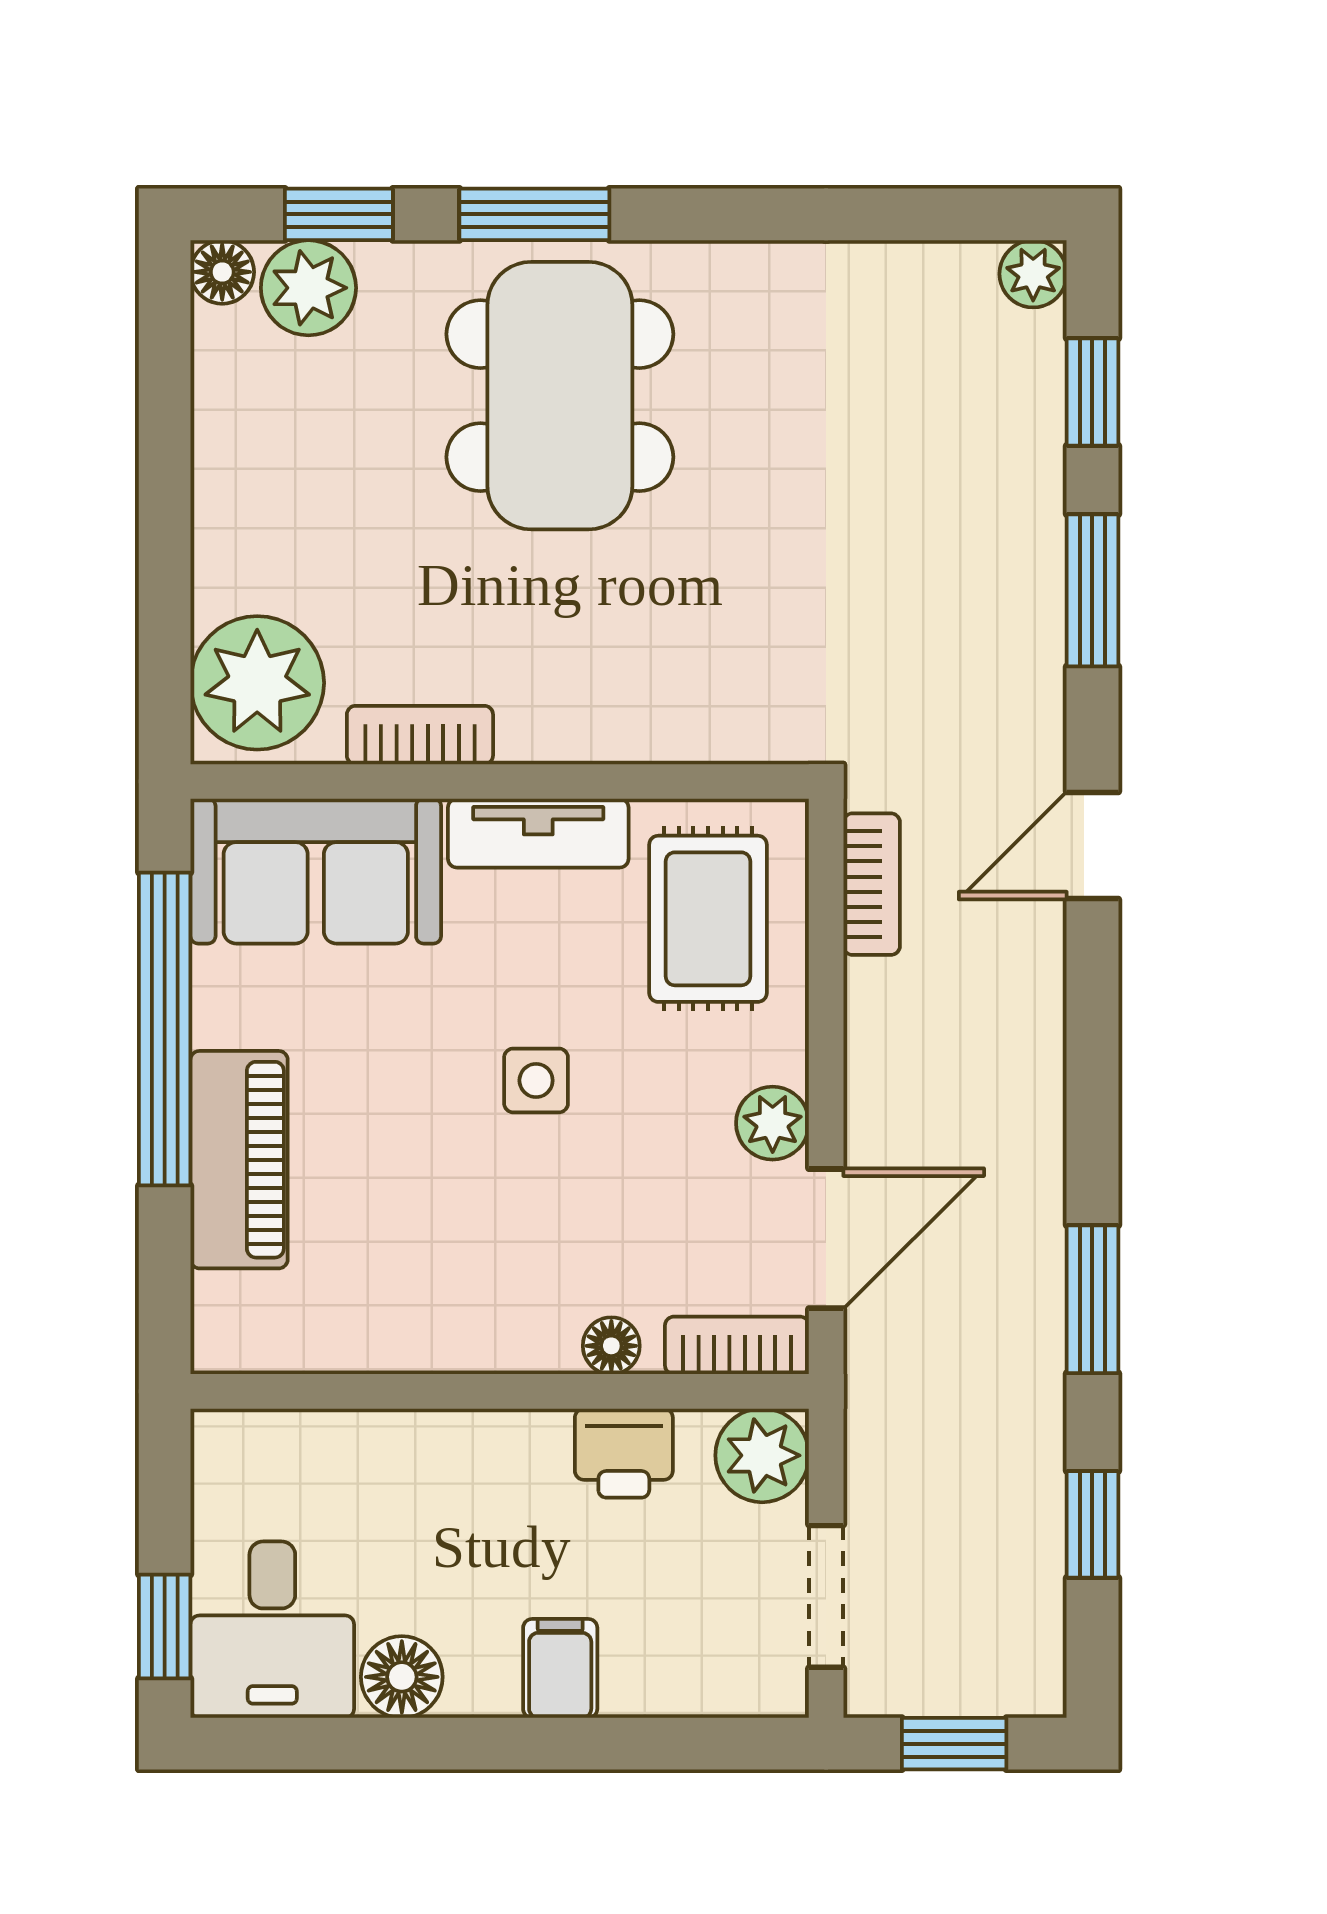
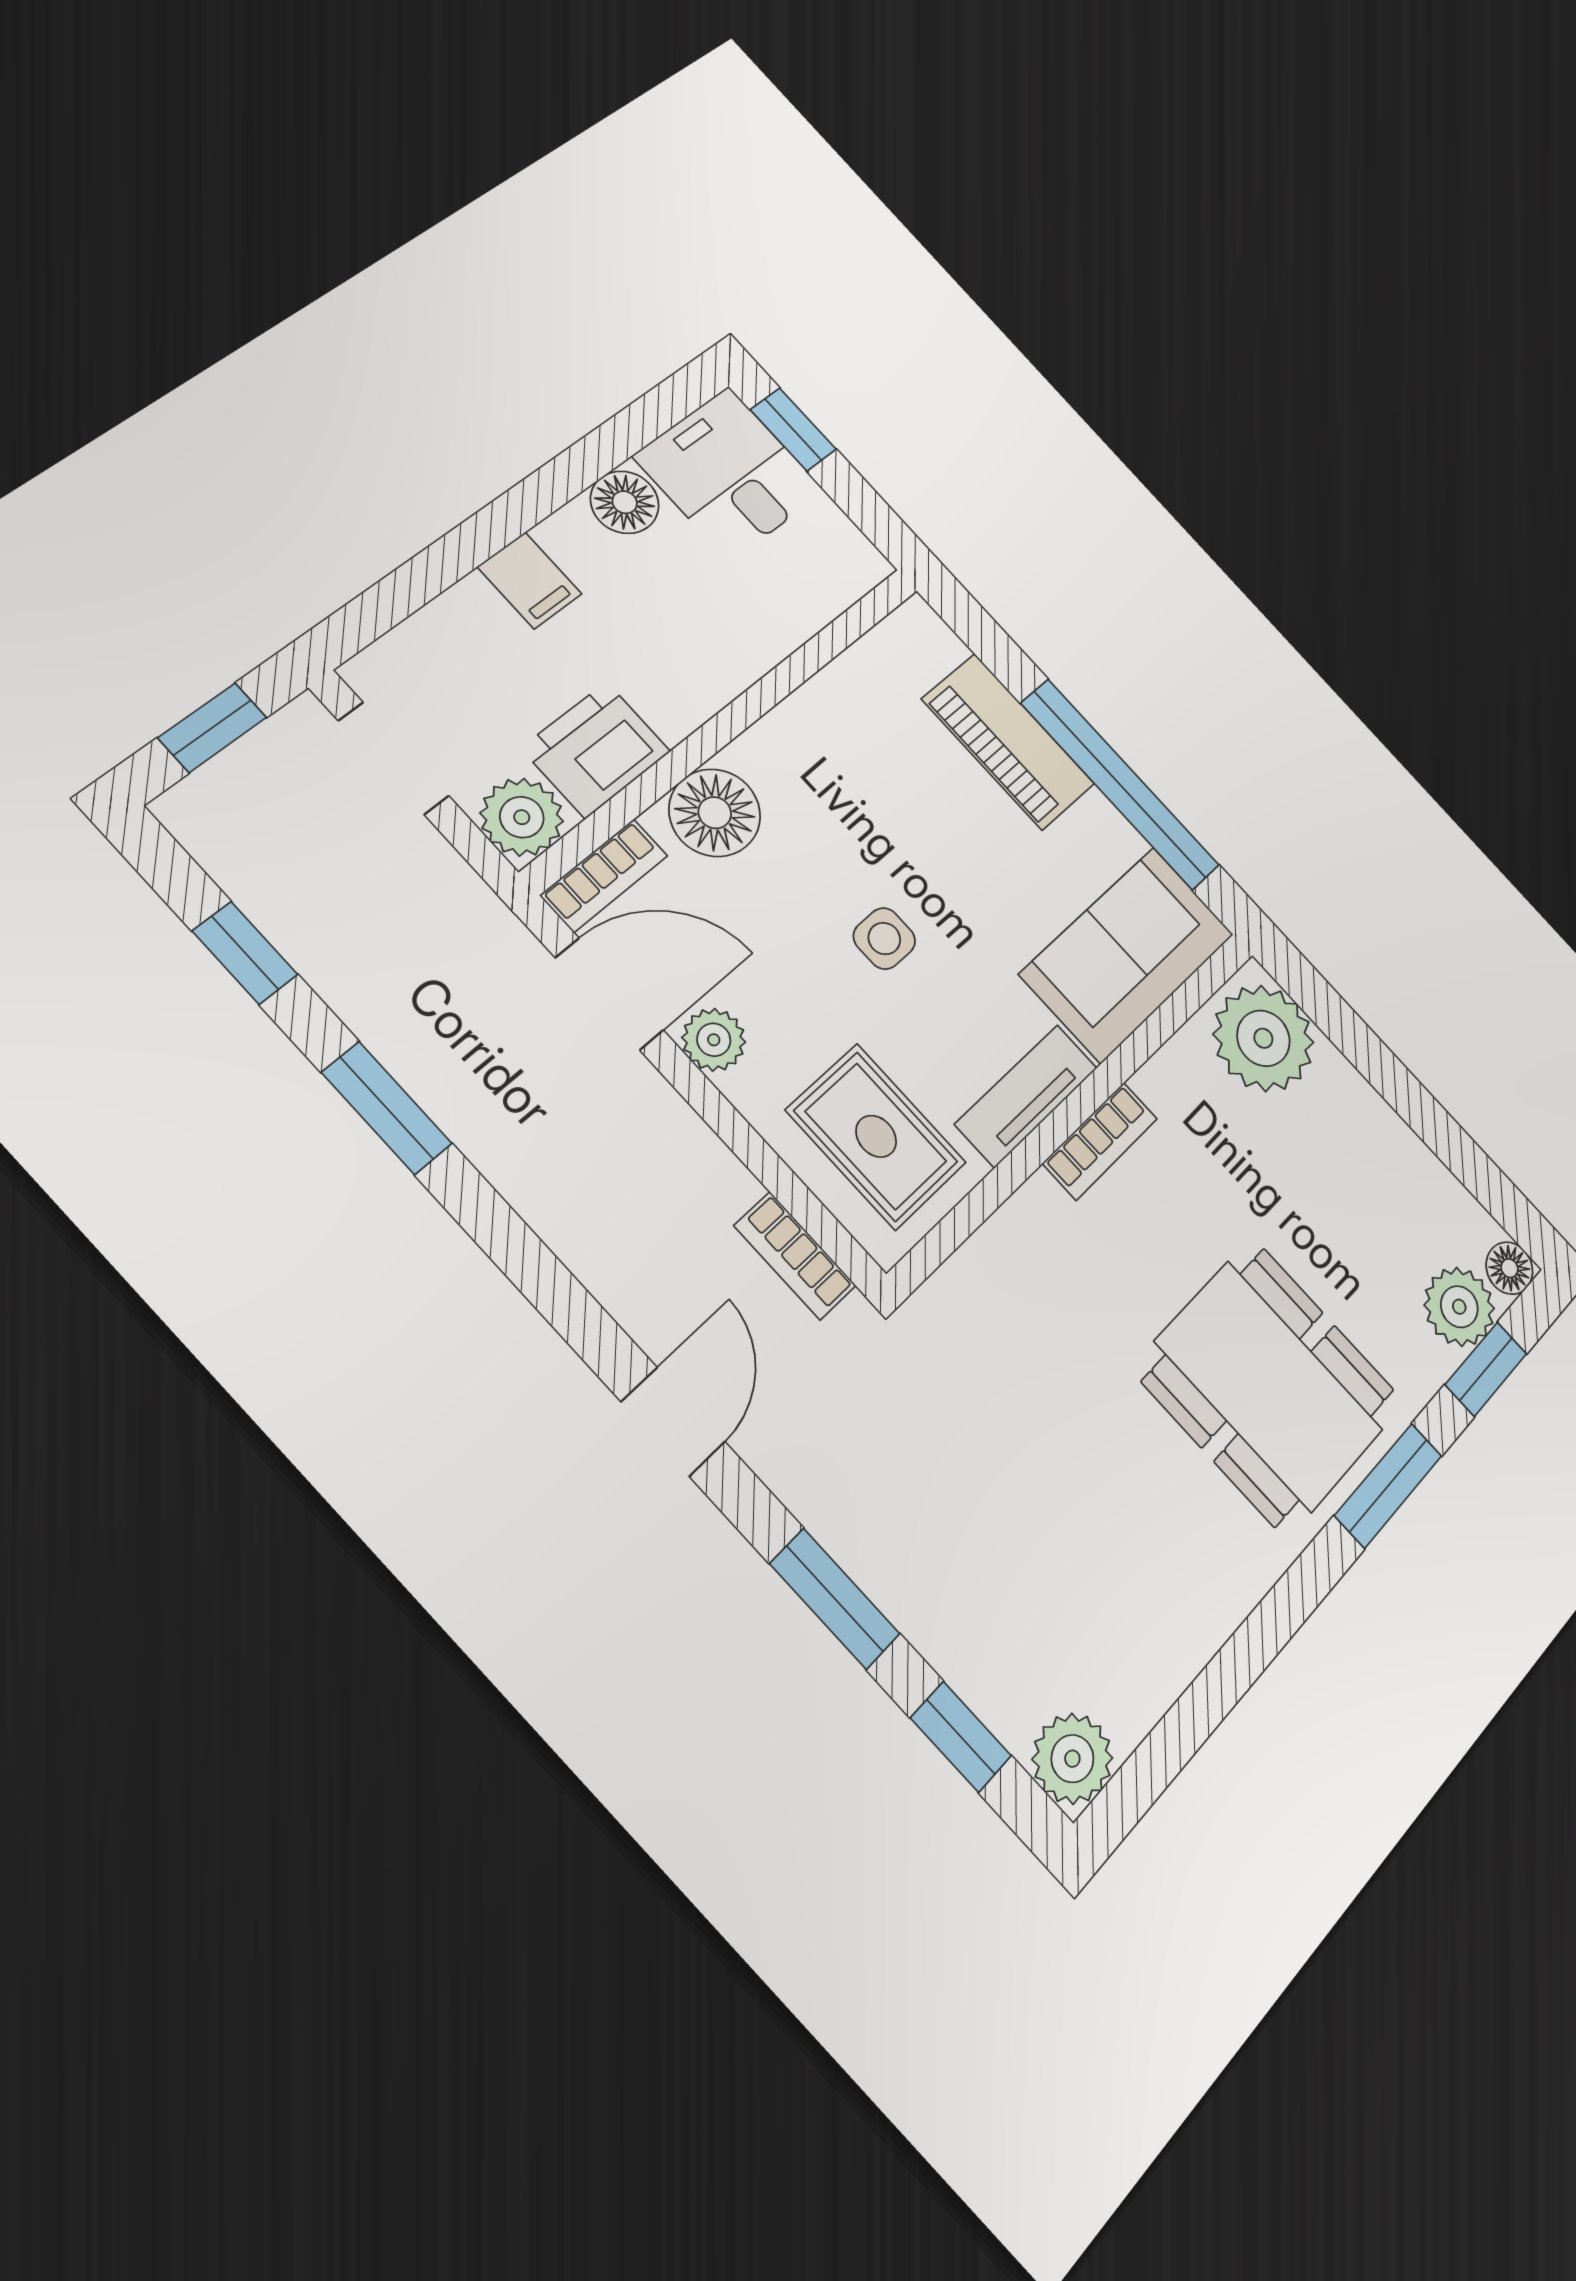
plant: (1033, 274) -> (1072, 1759), width x1.38, depth x1.38
bookcase: (420, 735) -> (1100, 1141), moved
door: (826, 1239) -> (609, 994), swing flipped
floor lamp: (611, 1346) -> (715, 813), width x1.89, depth x1.89
printer: (624, 1453) -> (596, 750), width x1.36, depth x1.24

